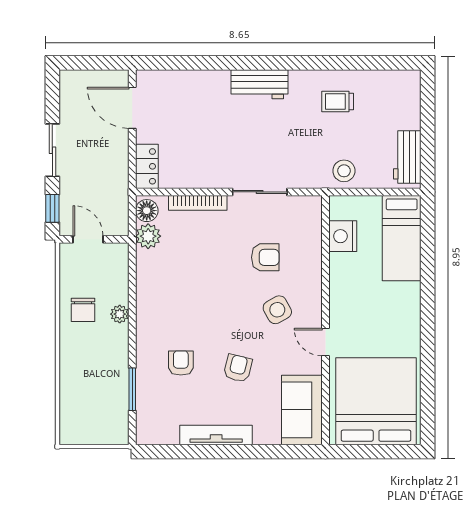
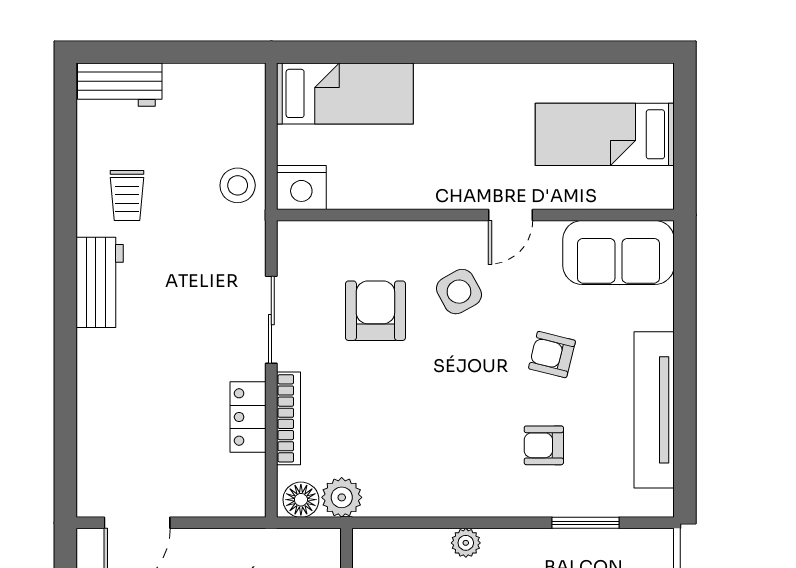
workbench: (260, 84) -> (100, 282), moved
workbench: (407, 157) -> (120, 85), moved
locker: (147, 166) -> (248, 417), moved, turned -90
nightstand: (343, 236) -> (301, 187), moved
armchair: (265, 257) -> (375, 311), width x1.38, depth x1.38
bed: (376, 401) -> (605, 134), width x0.49
tv unit: (216, 435) -> (654, 410), width x1.36, depth x1.29

